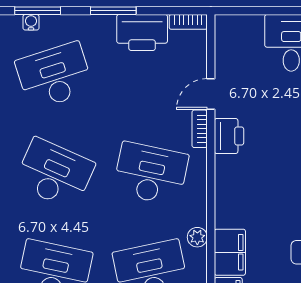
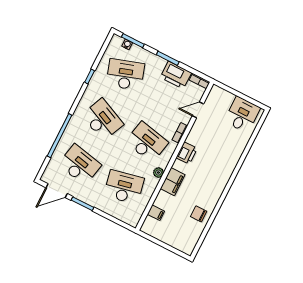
door: (211, 94) -> (198, 110), moved
printer: (229, 136) -> (187, 153), moved
plant: (197, 237) -> (158, 173), moved
filing cabinet: (230, 252) -> (173, 182), moved

